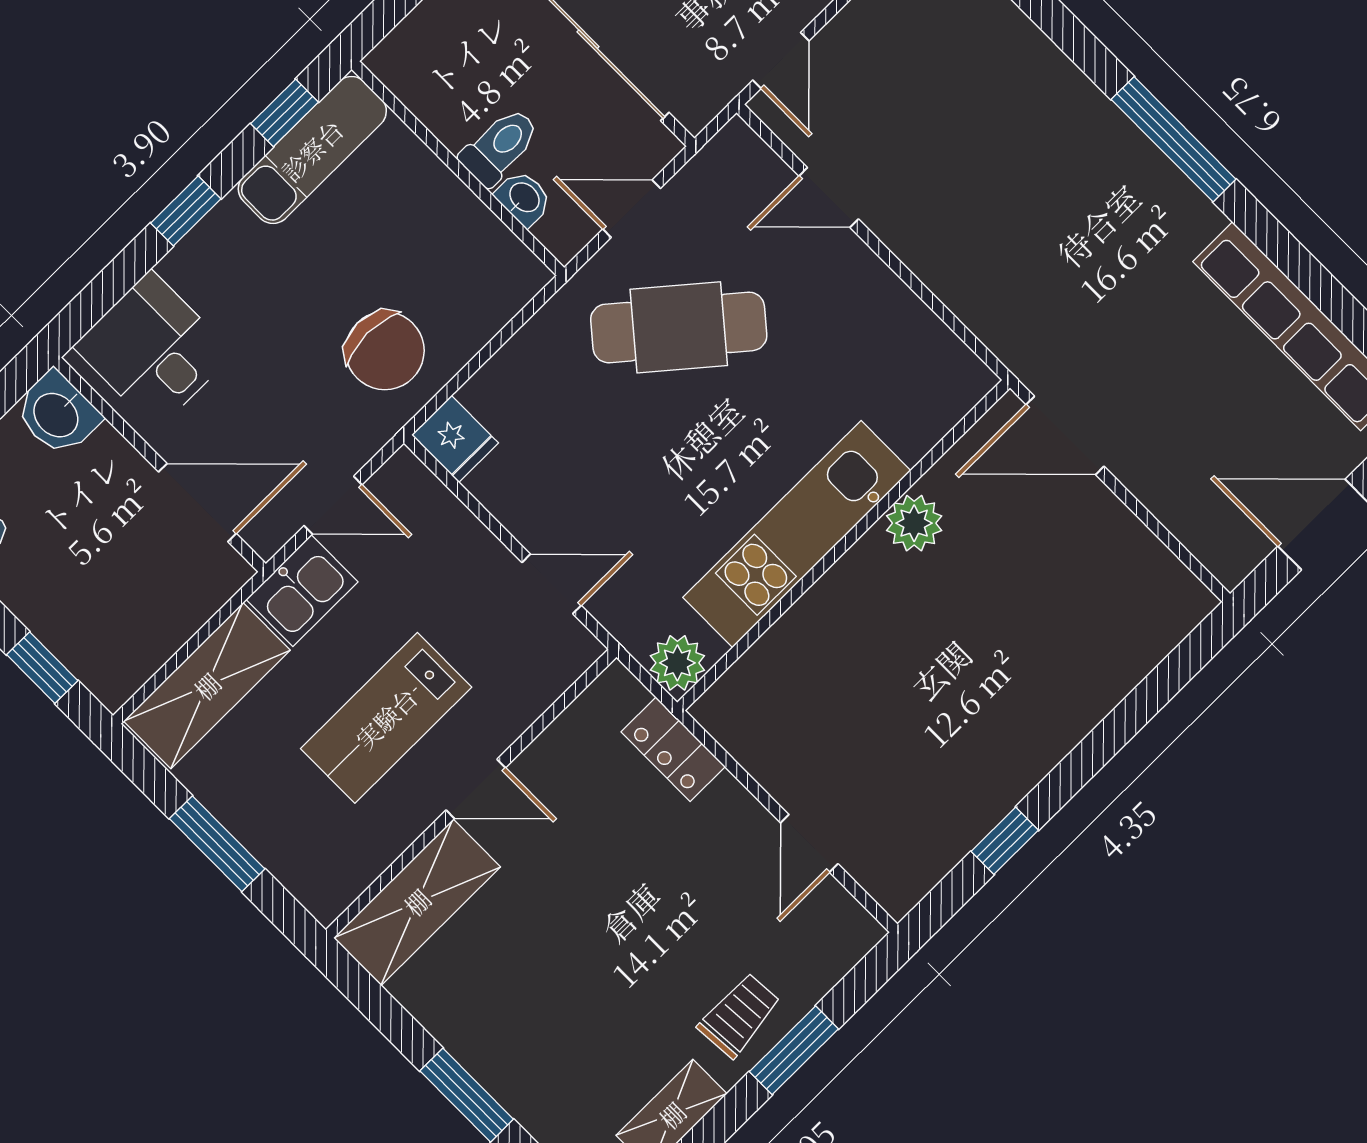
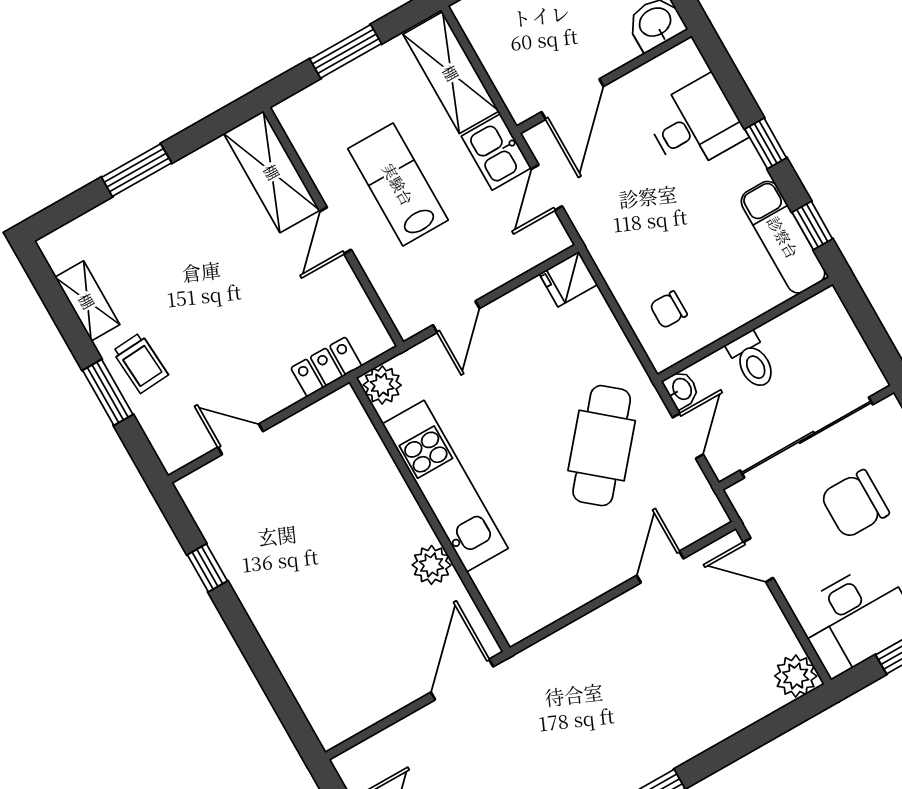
washbasin: (524, 198) -> (681, 389), moved, turned -90
desk: (154, 350) -> (695, 124), moved
chair: (385, 351) -> (668, 310), moved, width x0.54, depth x0.54

